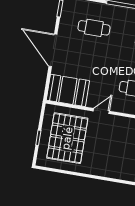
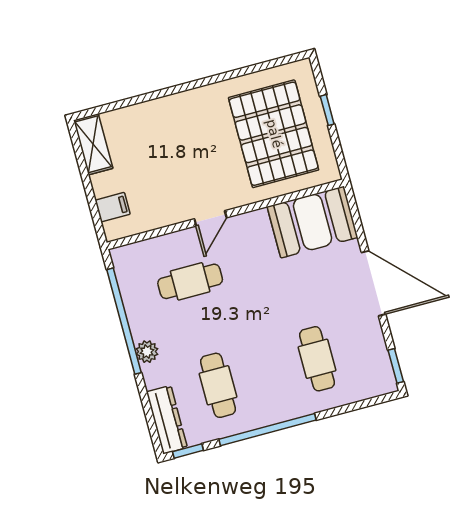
cafe table: (94, 28) -> (317, 359), turned 90
door: (101, 111) -> (210, 218), moved

